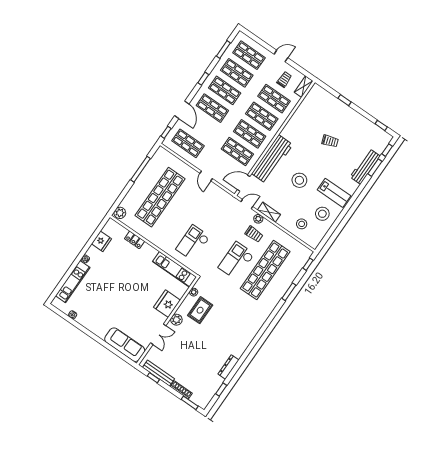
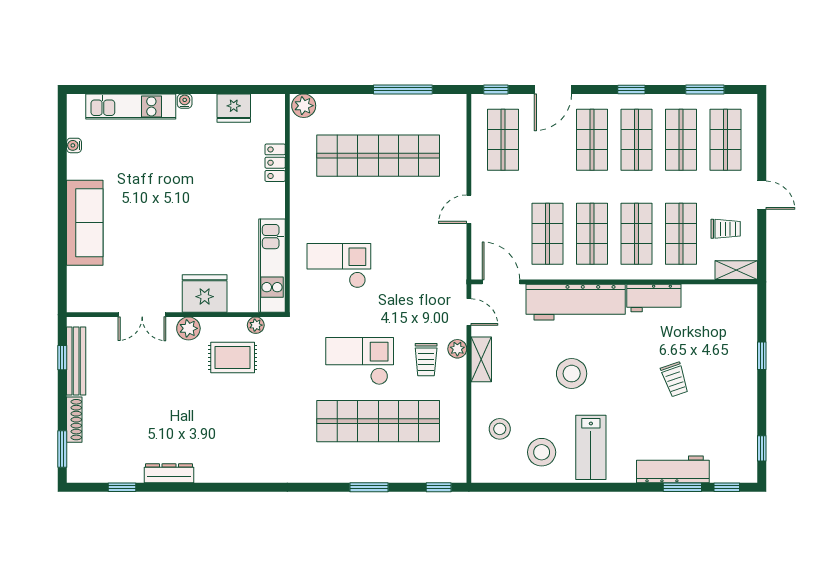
workbench: (292, 127) -> (654, 298), added
sofa: (125, 345) -> (85, 223), moved

